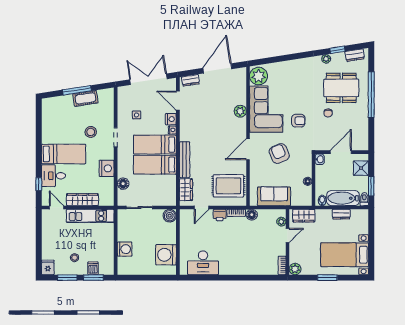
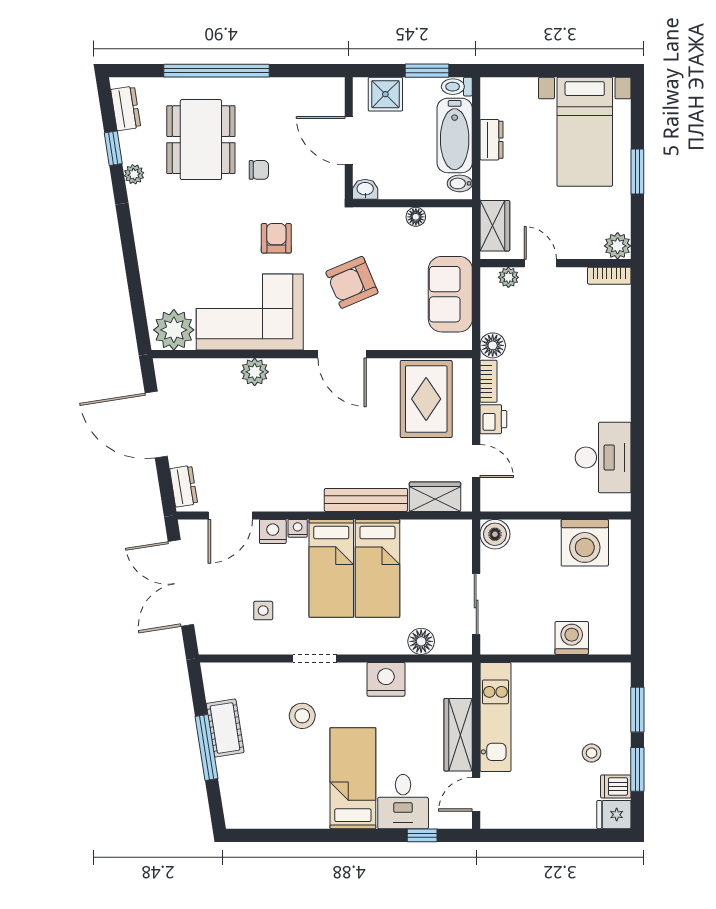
dishwasher: (93, 268) -> (616, 786), moved

